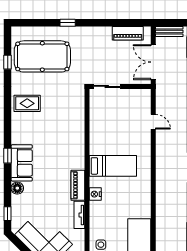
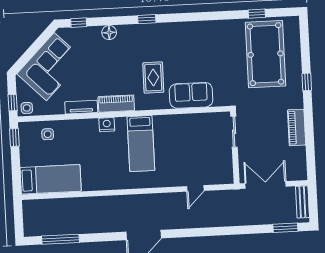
piano: (128, 33) -> (297, 127), moved
rug: (27, 103) -> (153, 78), moved
sofa: (22, 163) -> (191, 95), moved, turned 180

